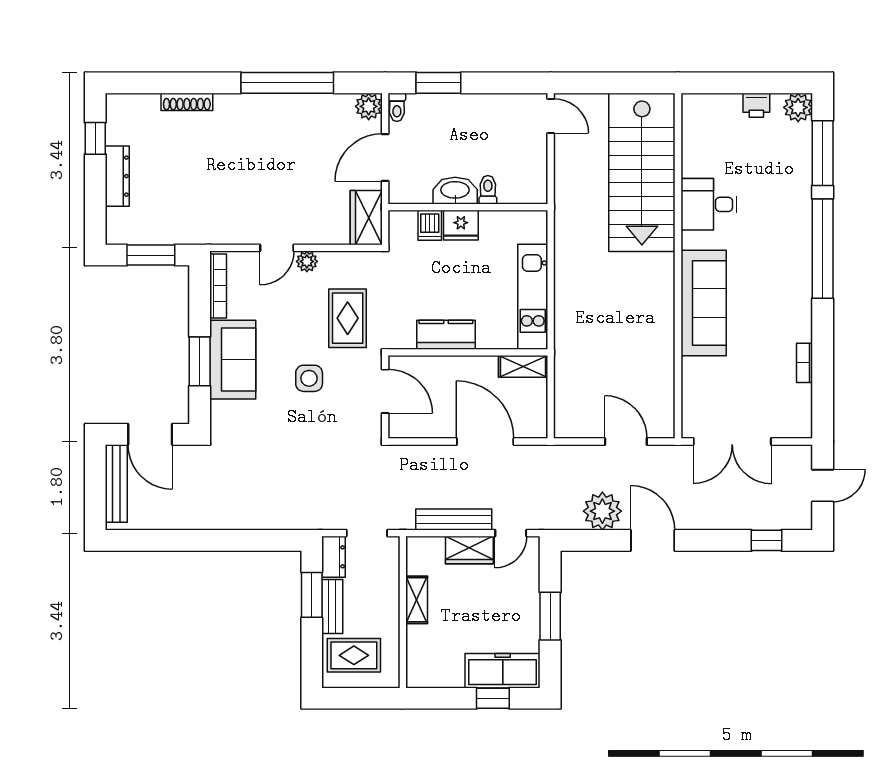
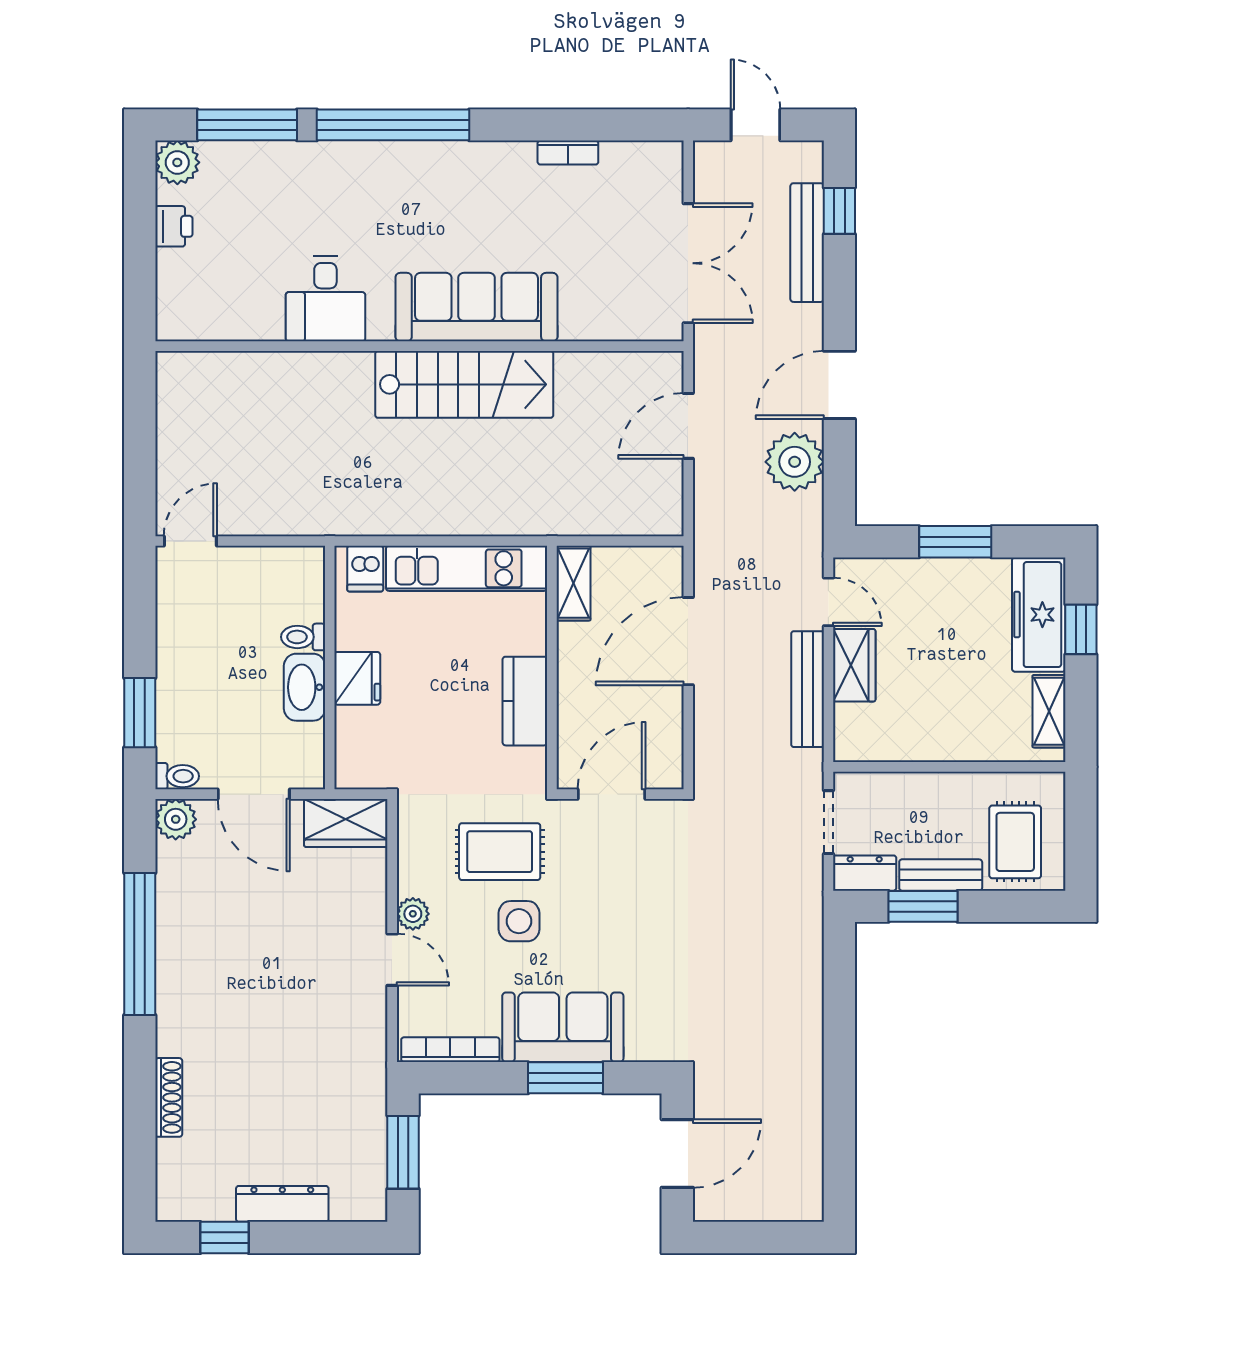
stairs: (642, 172) -> (464, 384), moved, width x0.73, depth x0.66
dishwasher: (430, 225) -> (365, 569), moved, turned 90
side table: (309, 378) -> (519, 921), moved
bench: (116, 483) -> (807, 243), moved, turned 90
shelving: (417, 600) -> (1049, 711), moved, turned 90

